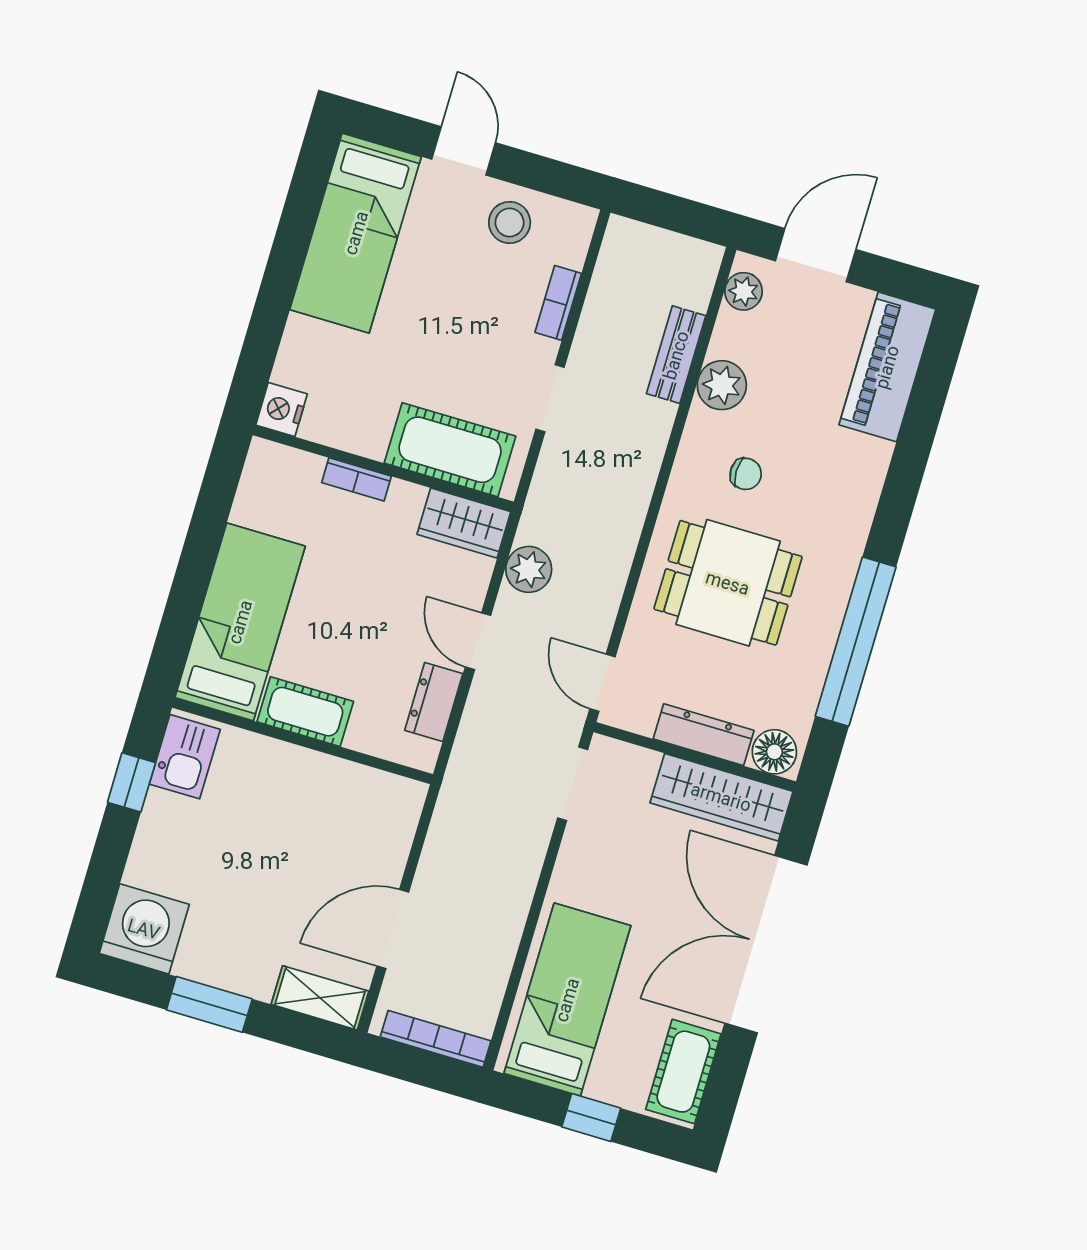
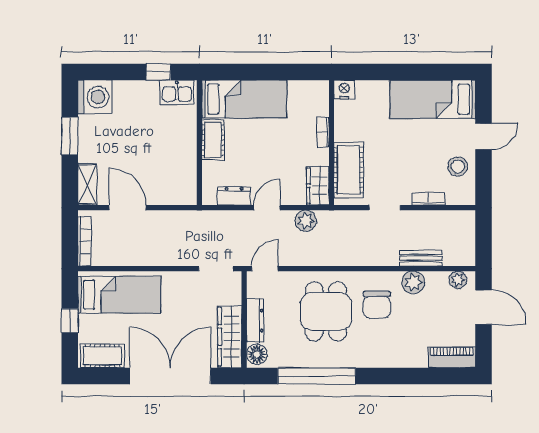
piano: (887, 367) -> (452, 357), width x0.73, depth x0.75
chair: (746, 474) -> (377, 305), width x1.87, depth x1.87

